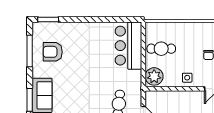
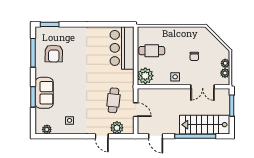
armchair: (53, 52) -> (54, 54), turned -89

